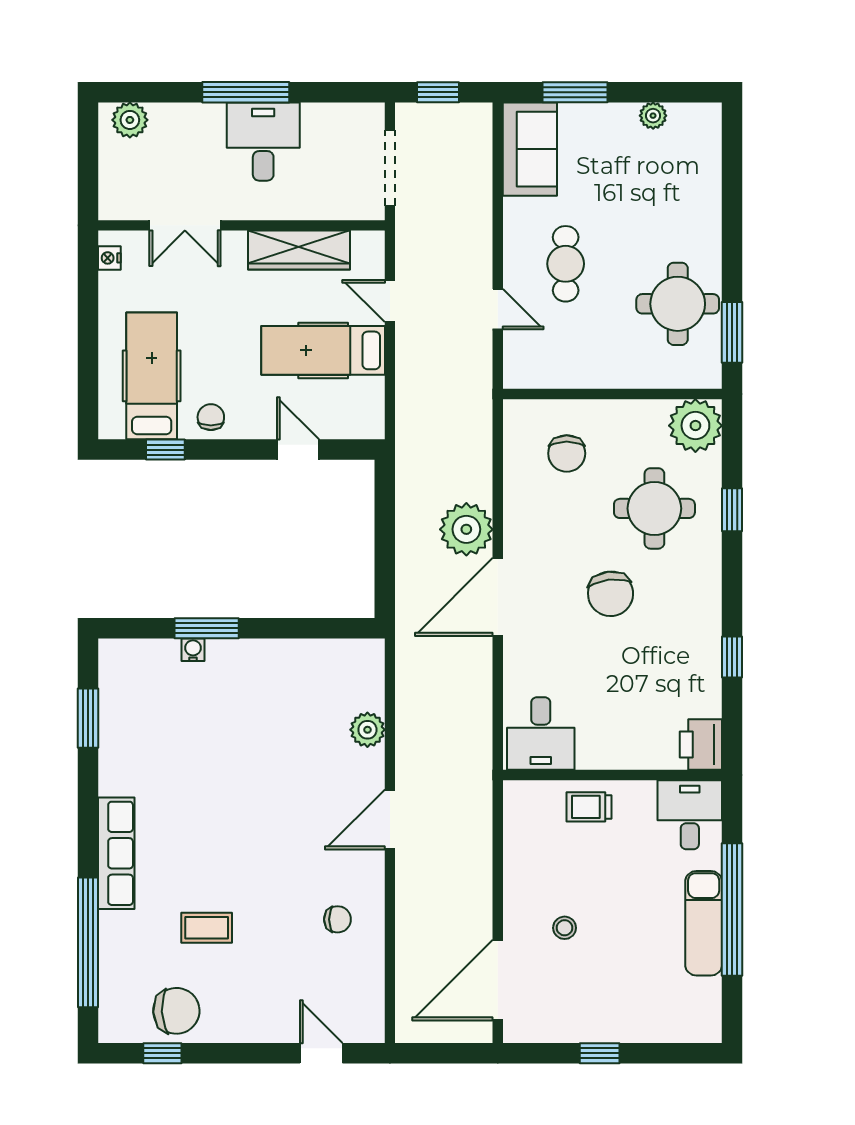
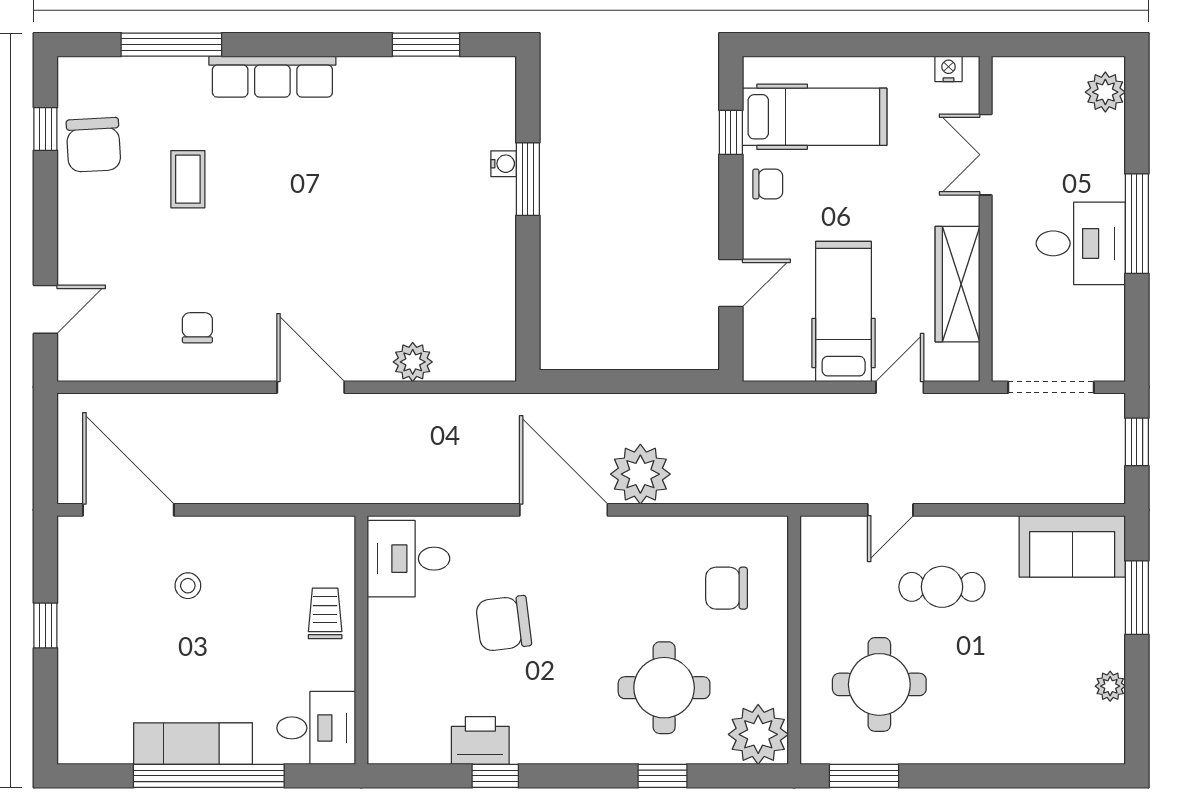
round table: (678, 304) -> (879, 684), moved
chair: (611, 594) -> (504, 623), moved
printer: (701, 744) -> (480, 741), moved
chair: (337, 919) -> (197, 328), turned 180
window: (88, 942) -> (171, 45), width x0.68

